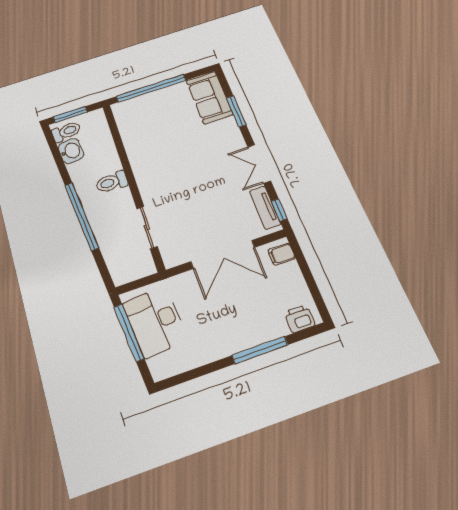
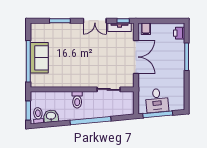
sofa: (210, 97) -> (39, 58), moved, turned -90
desk: (155, 321) -> (157, 100), width x0.73

